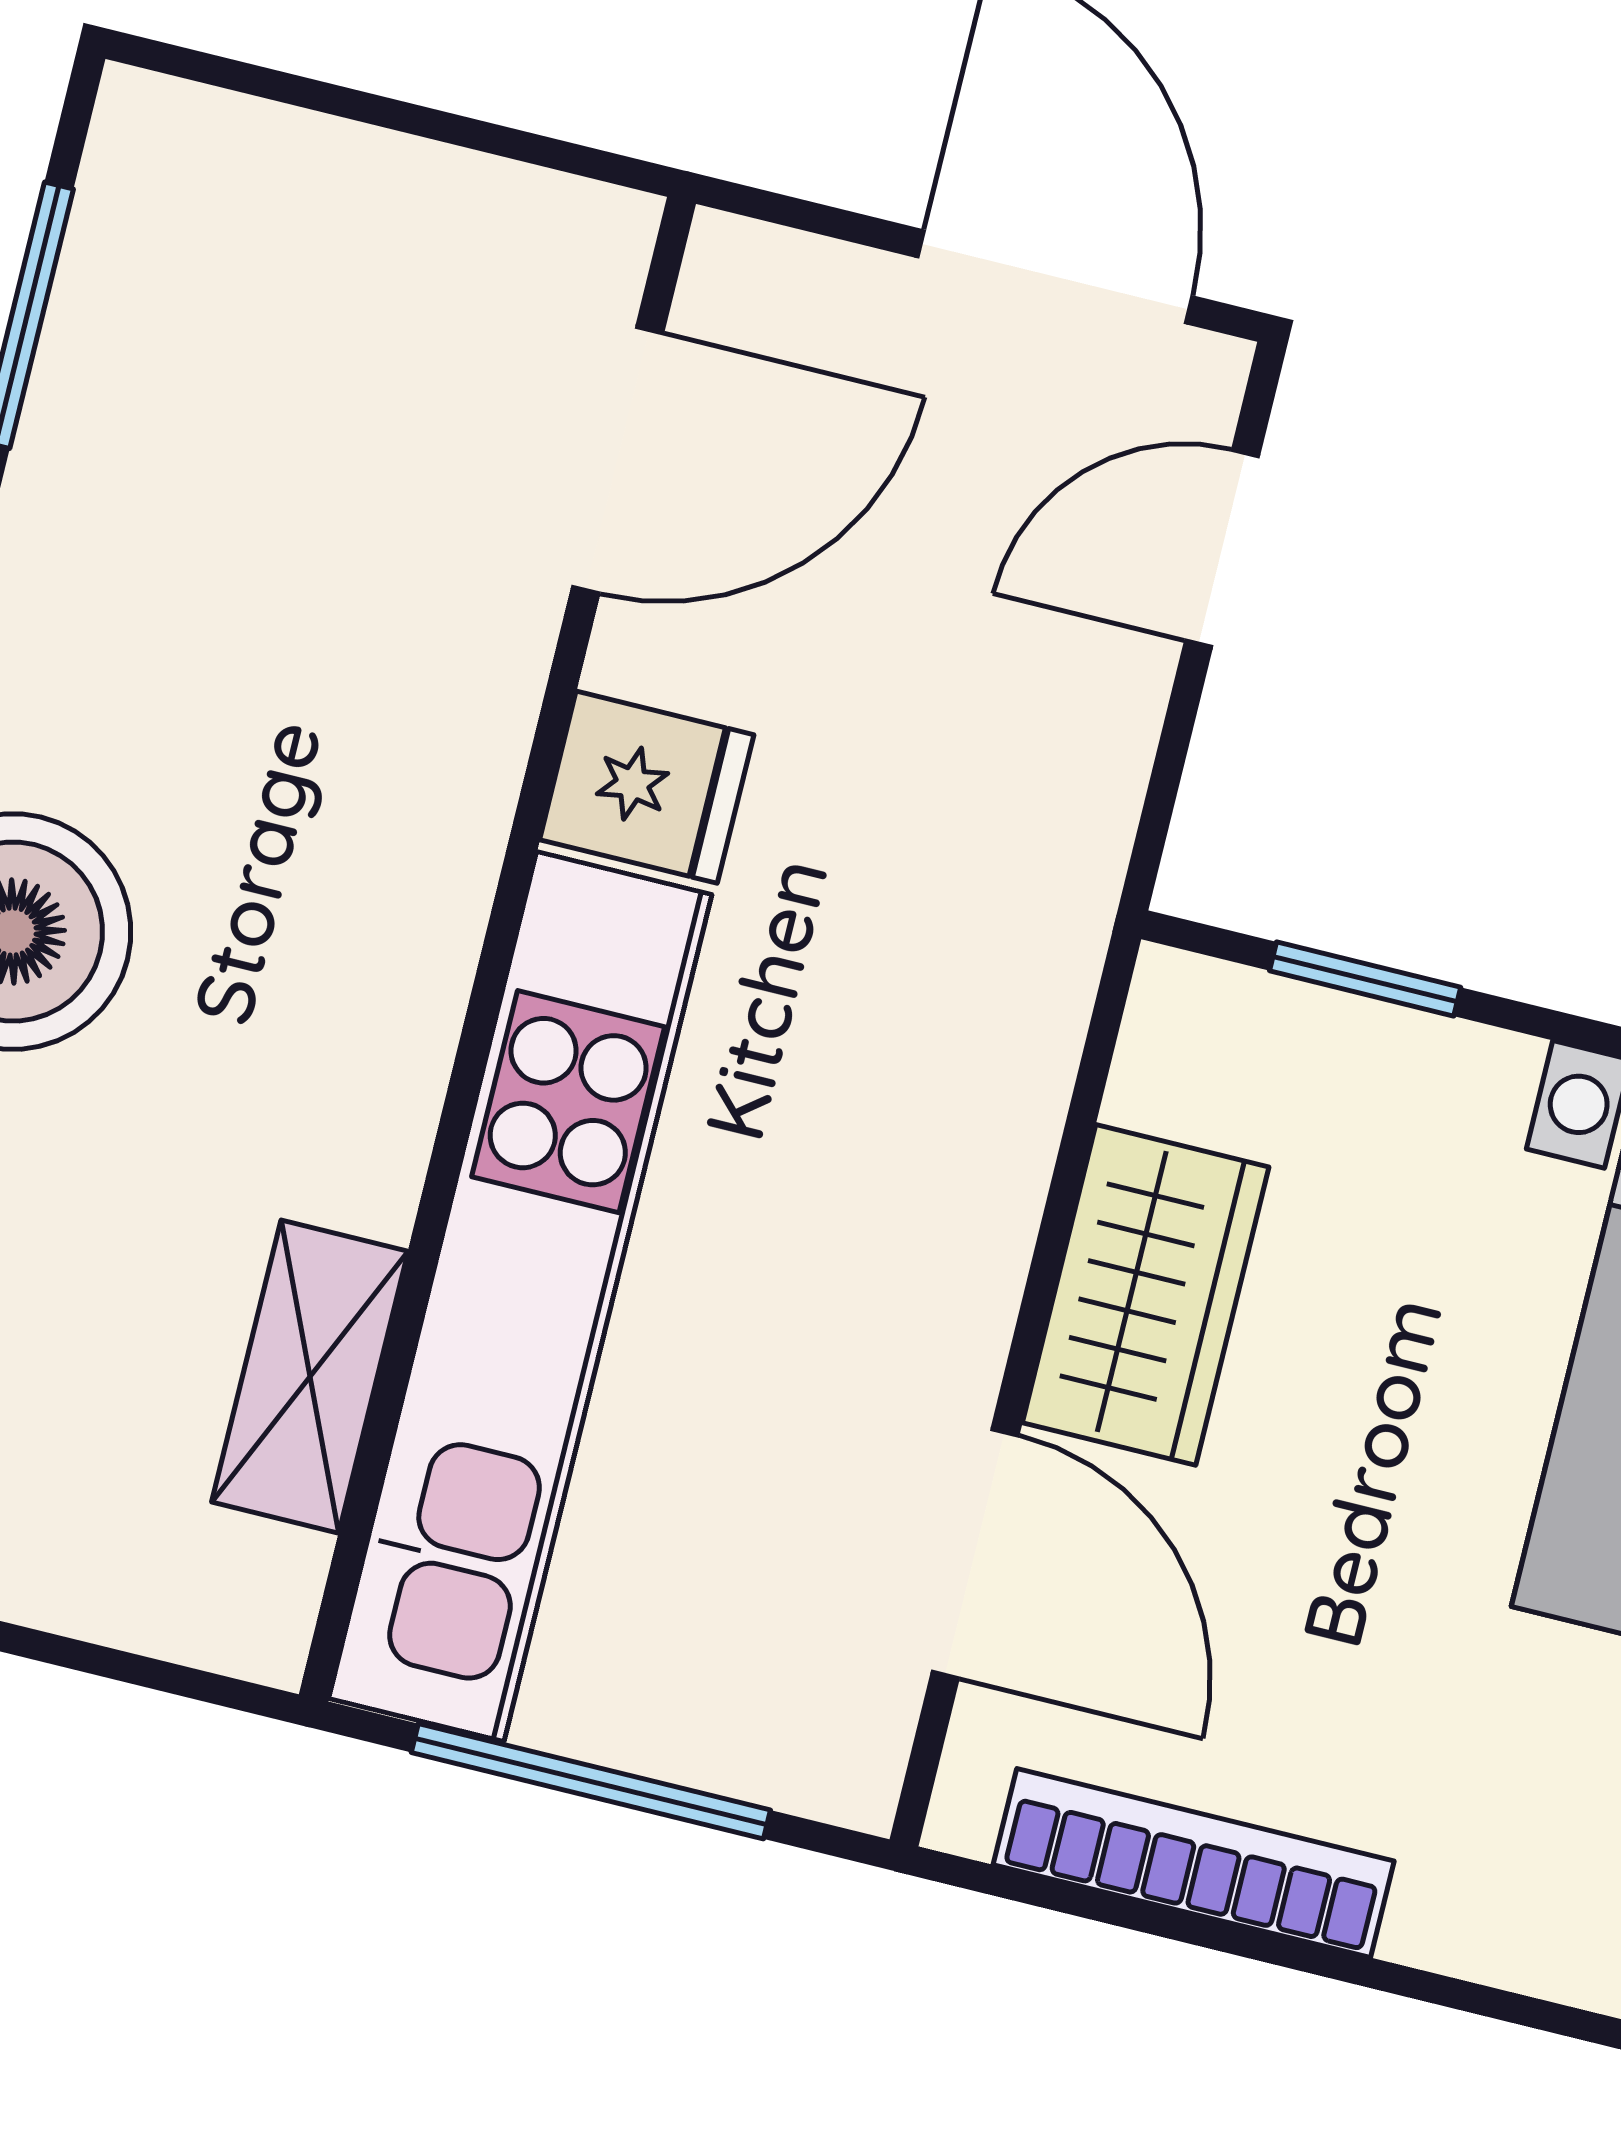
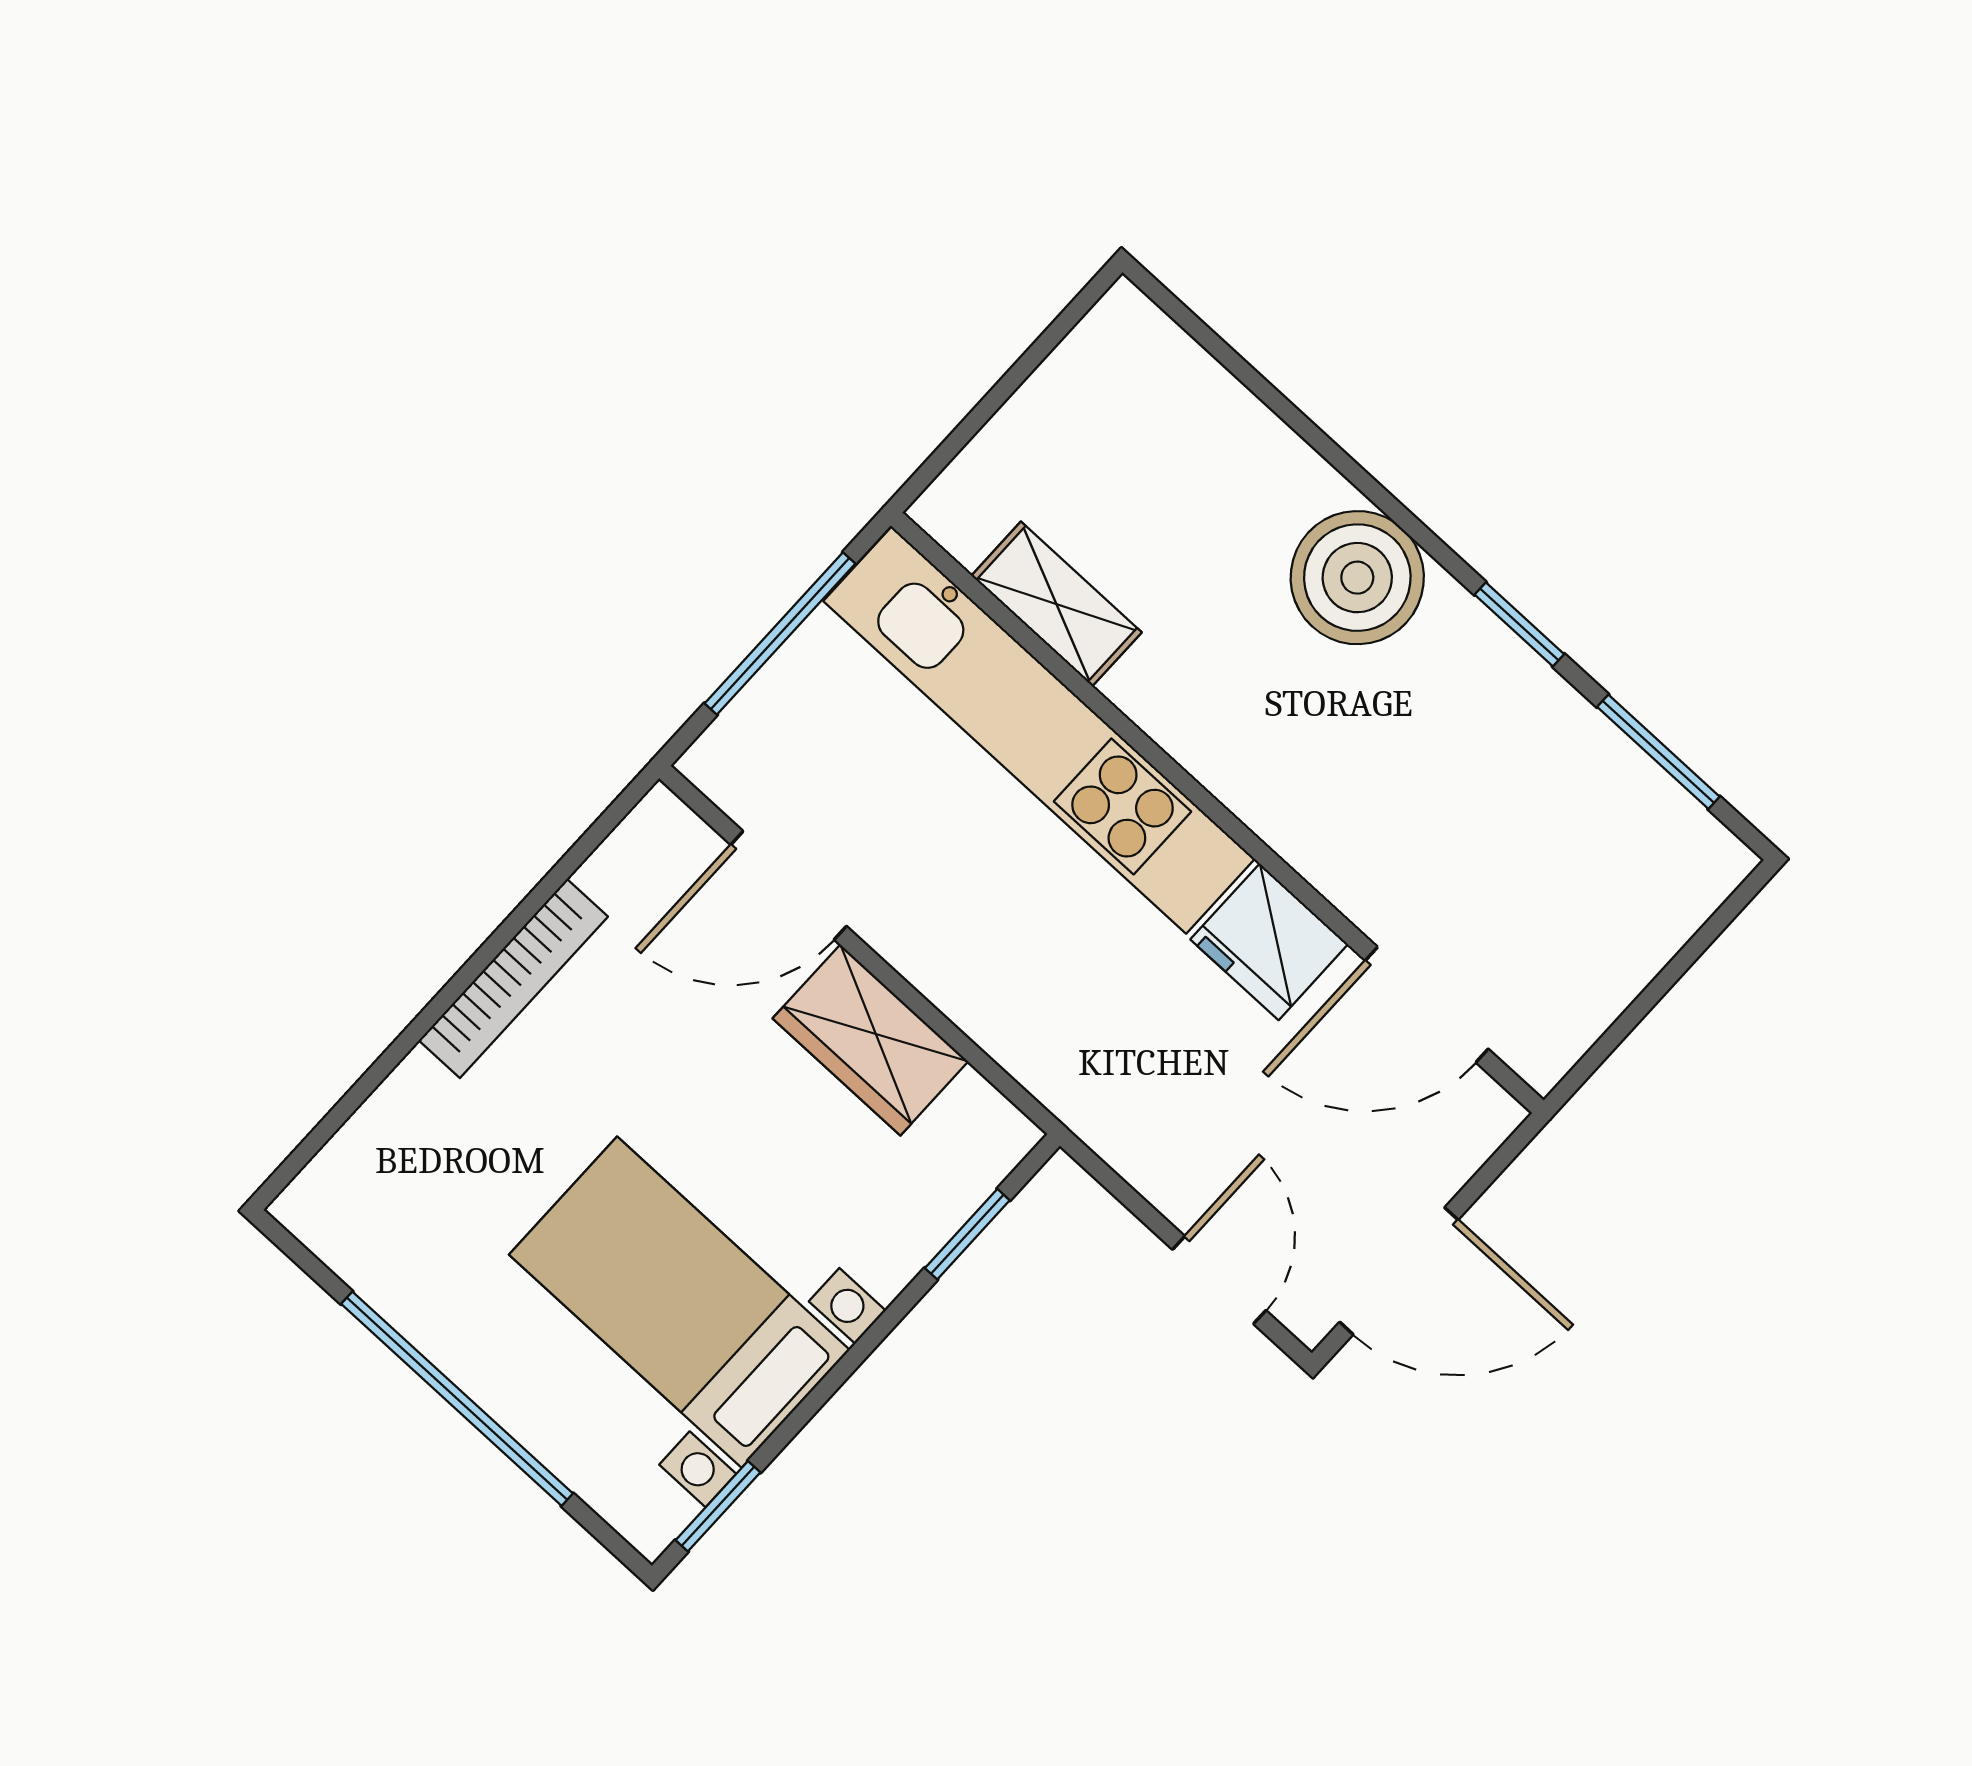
door: (618, 460) -> (1427, 1005), hinge flipped
fridge: (647, 787) -> (1269, 942), width x1.38
bookcase: (1194, 1863) -> (513, 978), moved

